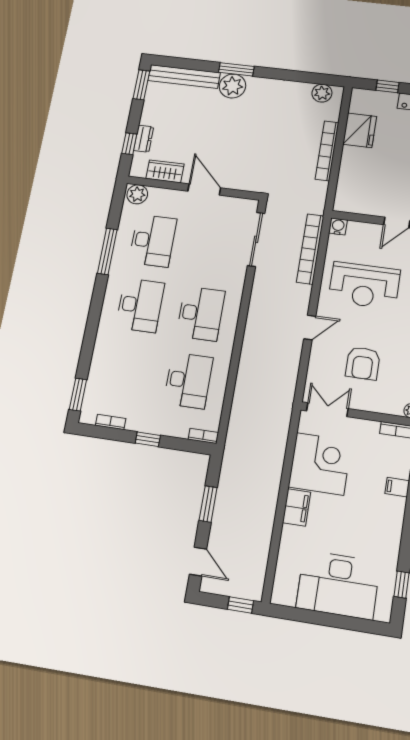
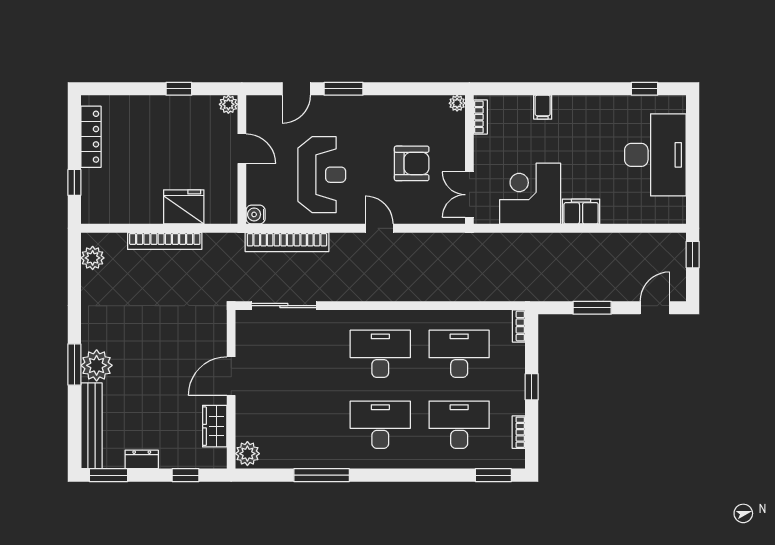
fridge: (360, 130) -> (184, 207), moved
dresser: (144, 139) -> (142, 459), moved
desk: (153, 241) -> (459, 425), moved

